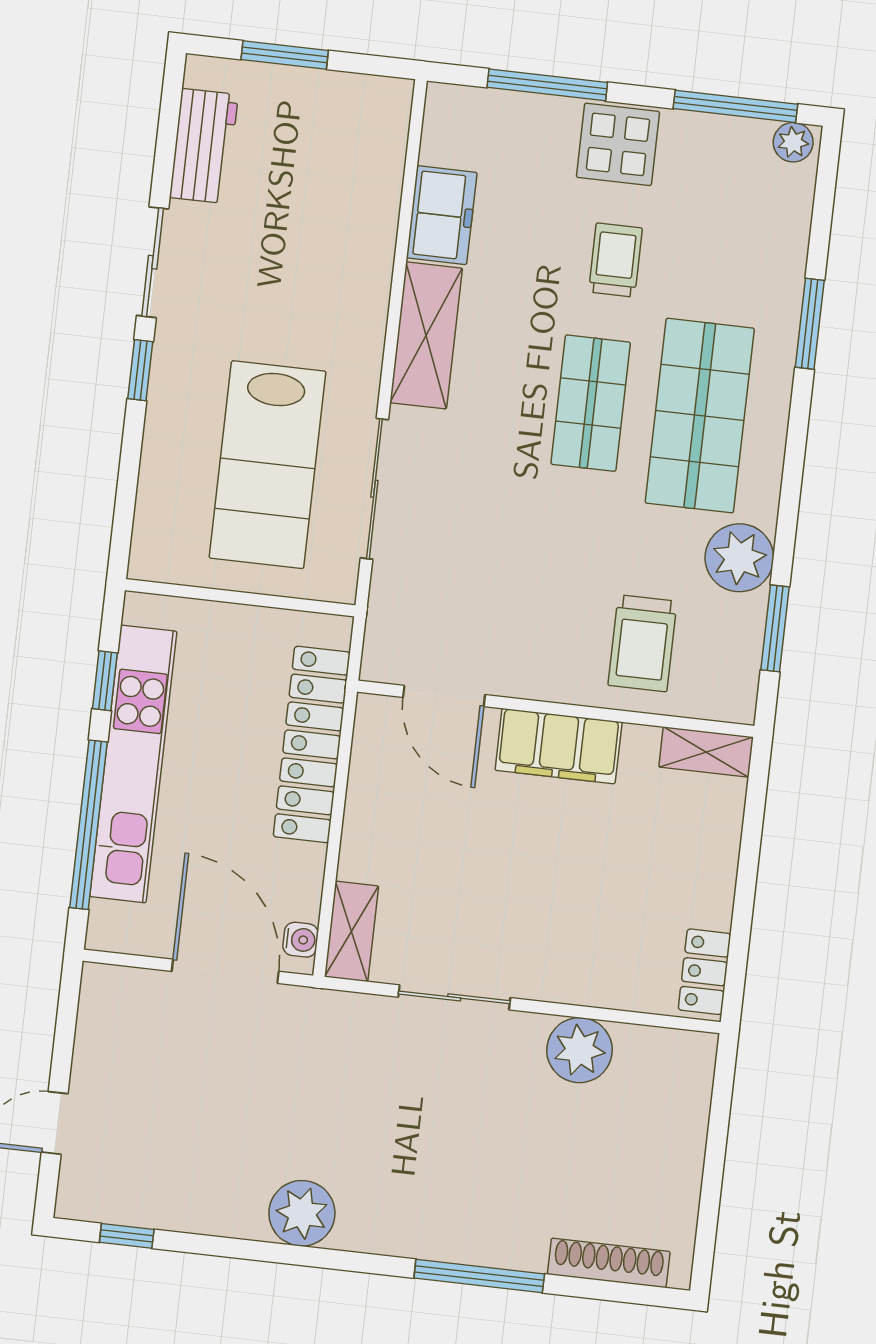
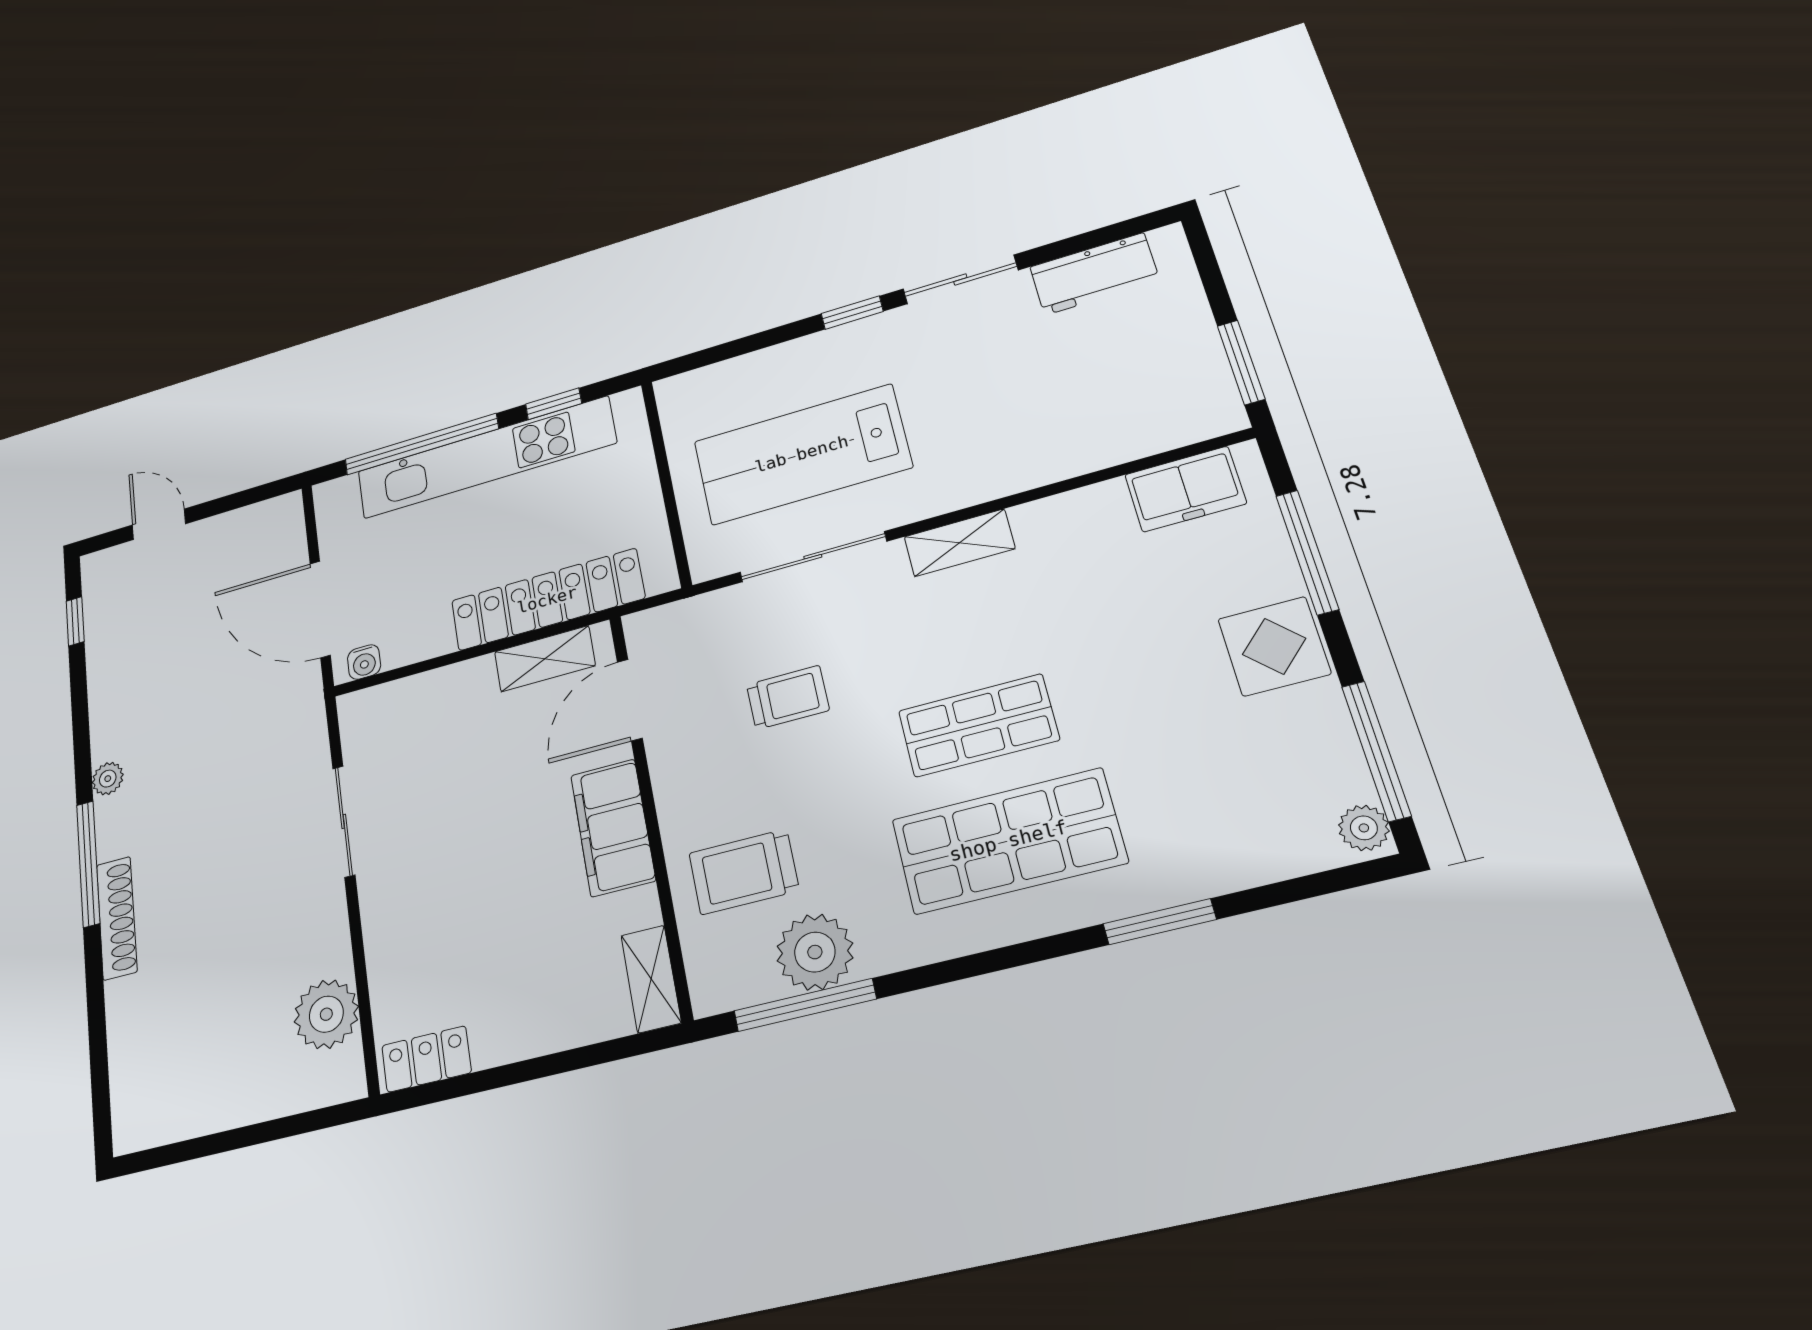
window: (285, 55) -> (1241, 362), moved
freezer: (442, 215) -> (1185, 489), moved
trolley: (615, 260) -> (788, 697), moved
shelving: (426, 335) -> (959, 543), width x0.67, depth x0.75
plant: (739, 558) -> (815, 952), moved
window: (775, 628) -> (805, 1005), width x1.44
shelving: (352, 931) -> (545, 659), moved
door: (225, 971) -> (320, 609), swing flipped
plant: (579, 1050) -> (326, 1014), moved
plant: (302, 1213) -> (108, 779), width x0.53, depth x0.53
shoe rack: (609, 1263) -> (117, 918), moved
window: (479, 1276) -> (88, 864), moved

